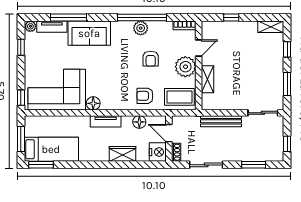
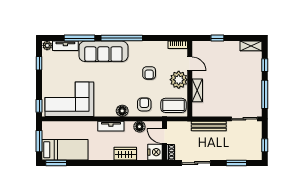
window: (142, 18) -> (122, 38), moved
plant: (141, 28) -> (141, 47), removed
sofa: (89, 33) -> (103, 51), width x1.36
door: (199, 48) -> (190, 64), hinge flipped
window: (287, 84) -> (265, 94), width x1.44
armchair: (145, 96) -> (144, 104), turned 90
floor lamp: (93, 103) -> (122, 111), moved

